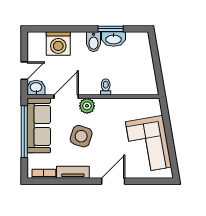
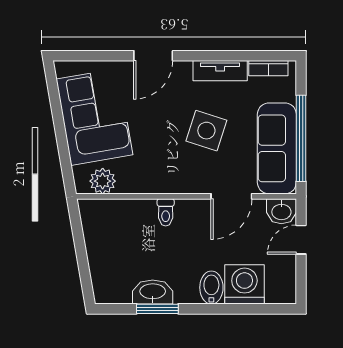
bidet: (94, 42) -> (211, 288), moved
plant: (87, 106) -> (103, 181), moved

